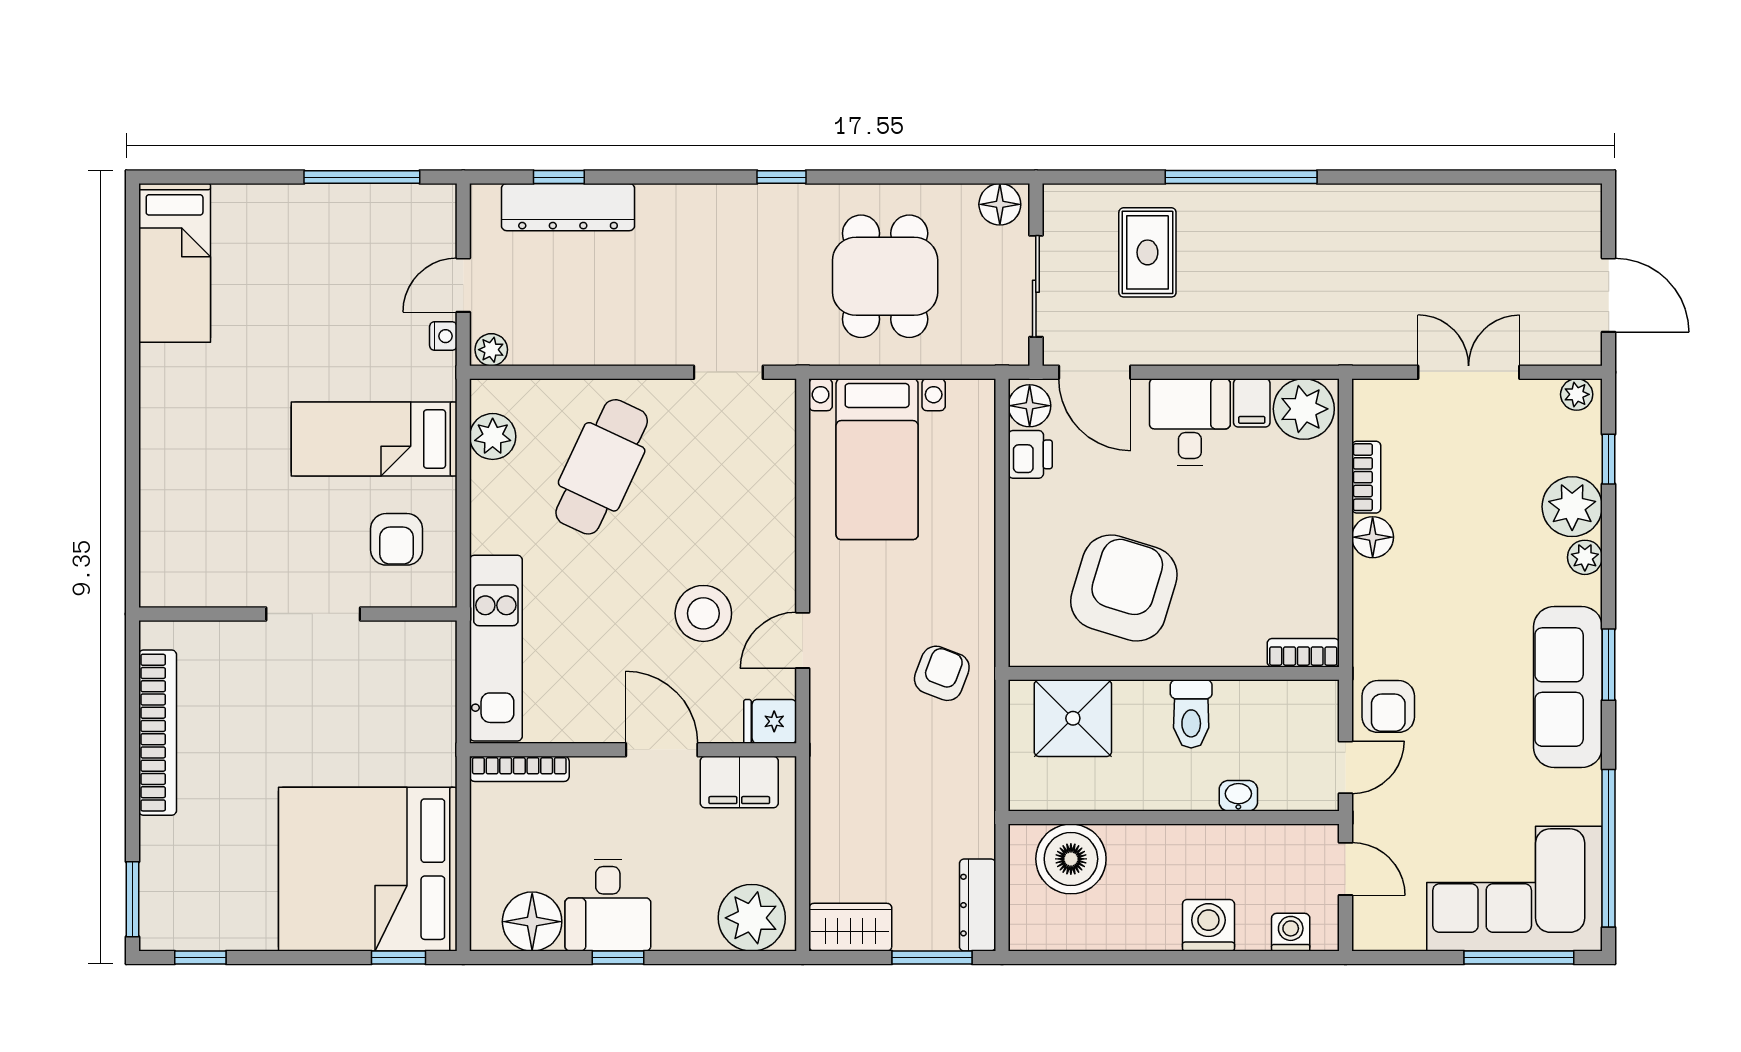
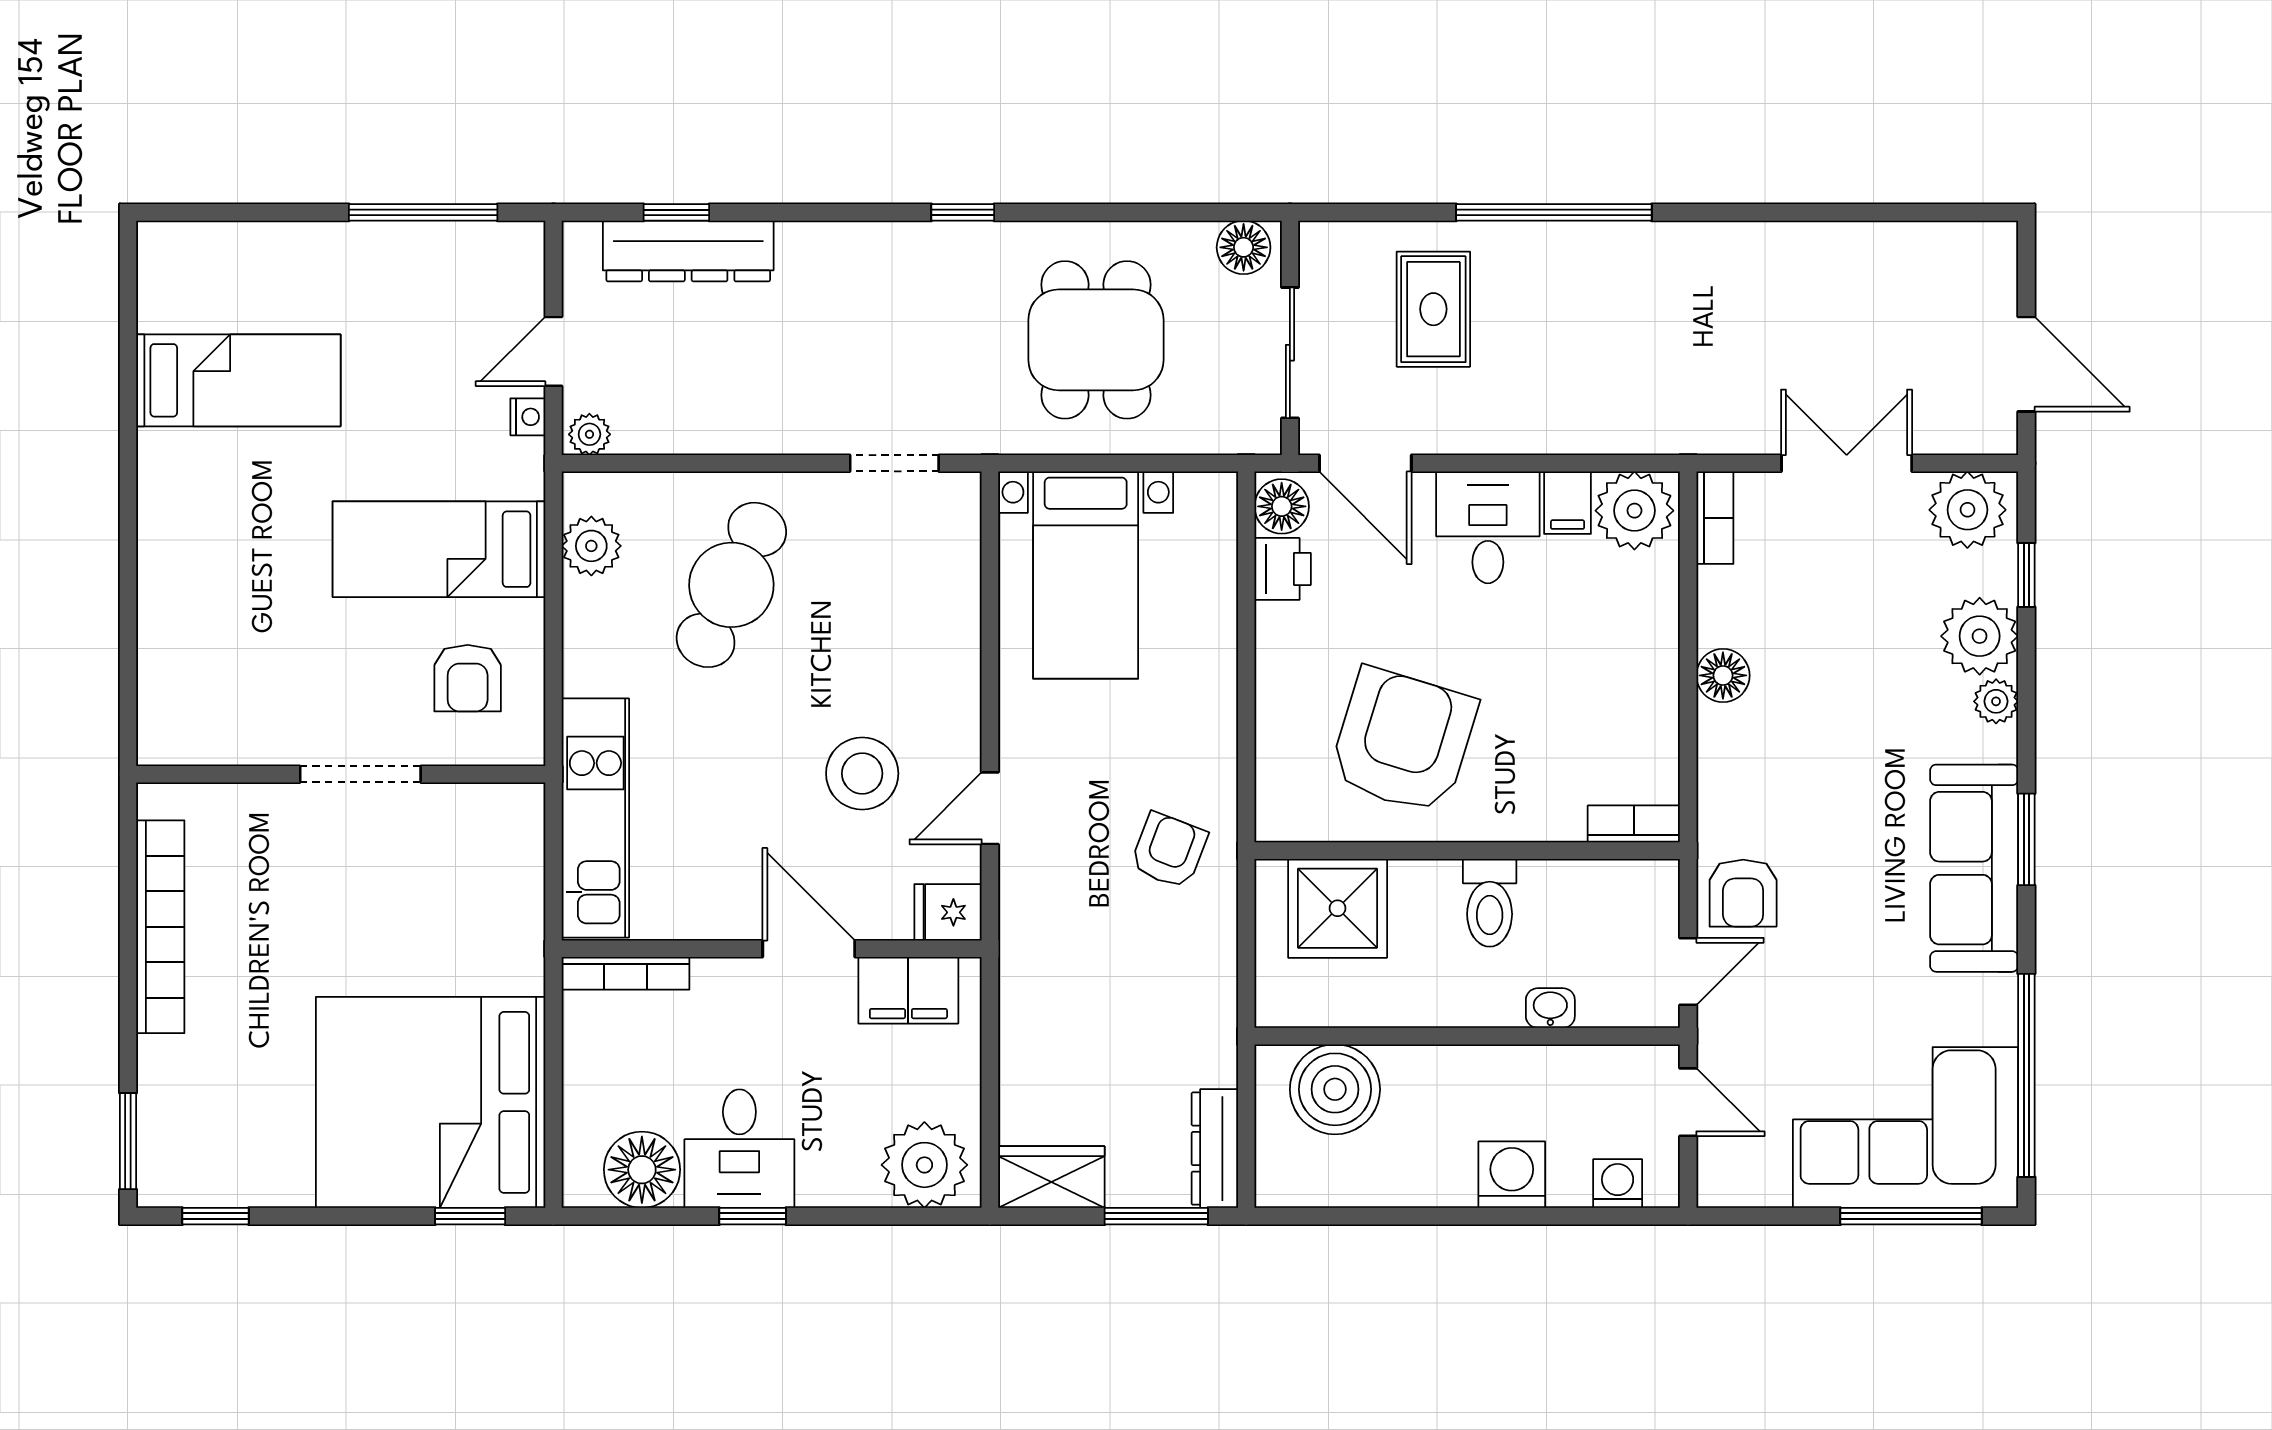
bed: (175, 263) -> (238, 380), moved, turned -90
plant: (1577, 394) -> (1967, 510), width x1.88, depth x1.88
bookcase: (1366, 477) -> (1715, 518), moved

